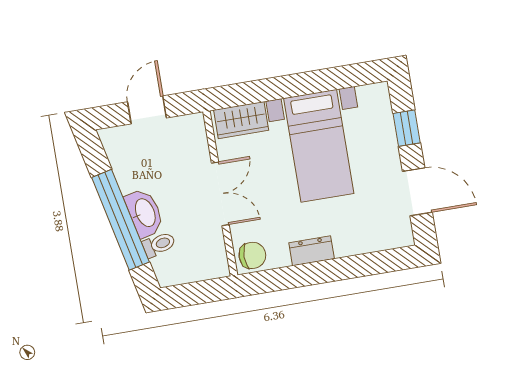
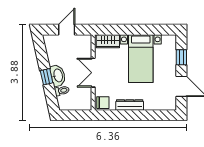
double door: (220, 194) -> (93, 73), swing flipped
window: (120, 220) -> (47, 77), width x0.32
dresser: (312, 251) -> (130, 105), width x1.44

